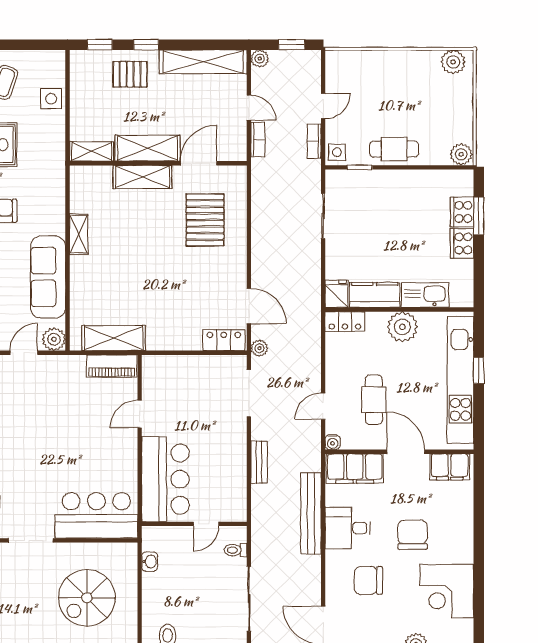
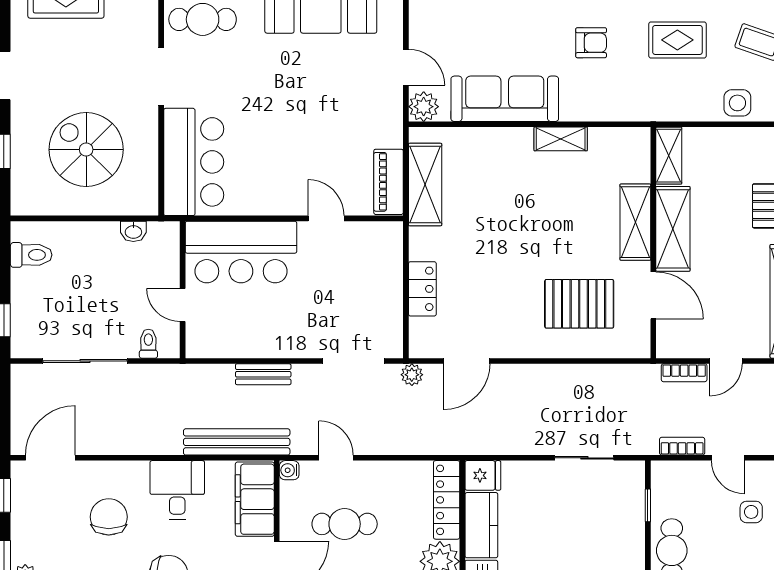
side table: (337, 152) -> (751, 512), moved
locker: (345, 322) -> (447, 500), width x1.53
locker: (224, 340) -> (422, 289), moved
bench: (311, 513) -> (237, 442), moved

